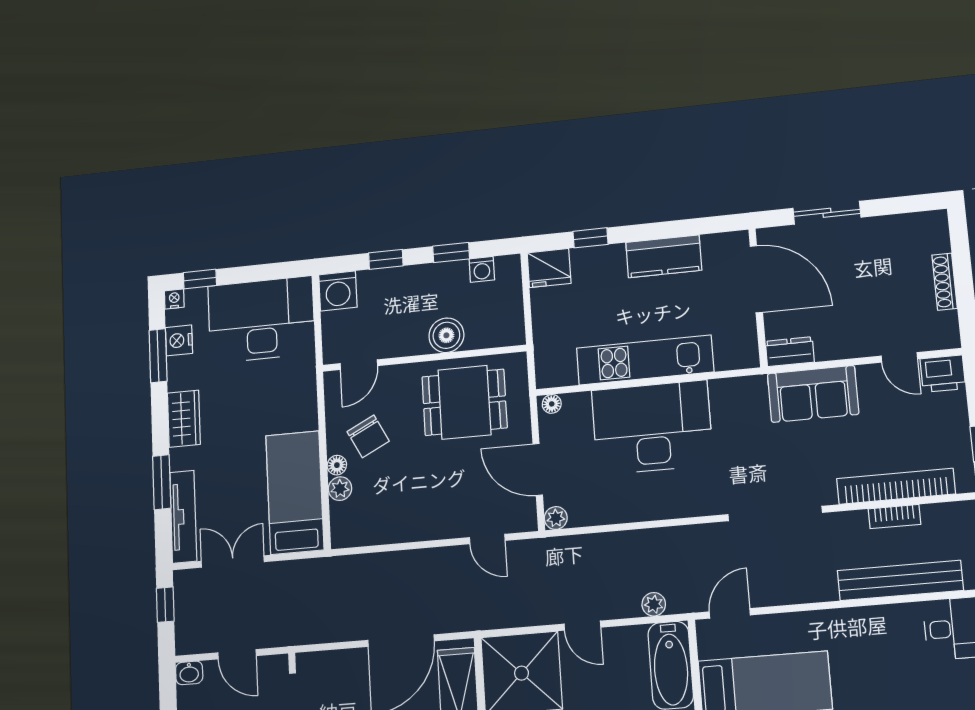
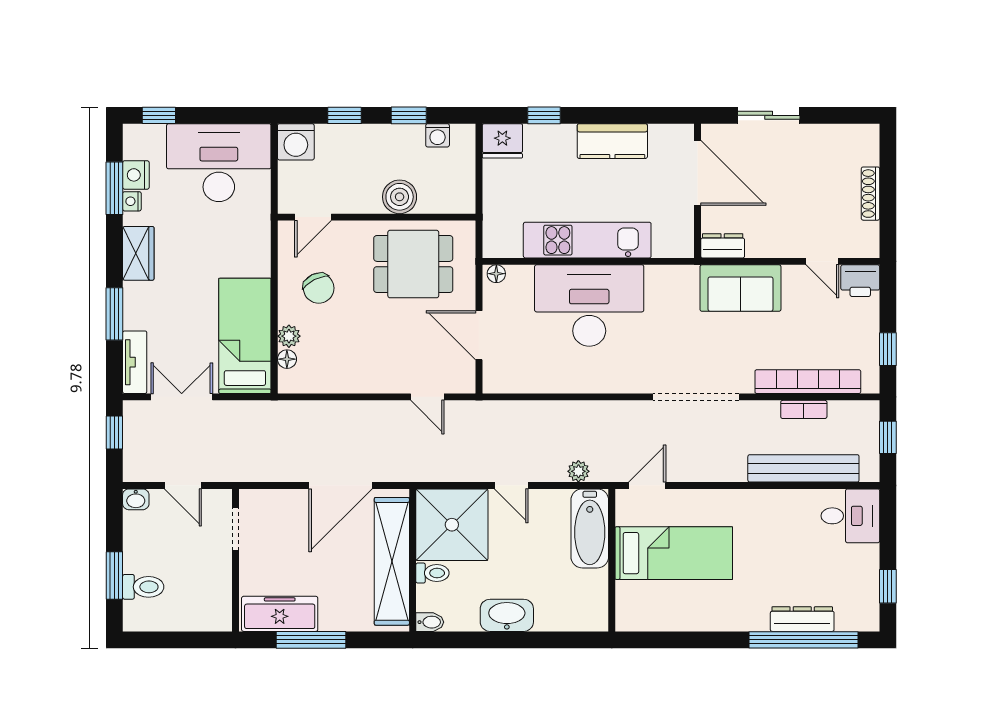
nightstand: (174, 299) -> (132, 201), moved, turned -90
floor lamp: (337, 465) -> (287, 359), moved
tv unit: (183, 517) -> (135, 362), width x0.71
plant: (556, 518) -> (493, 383), removed

